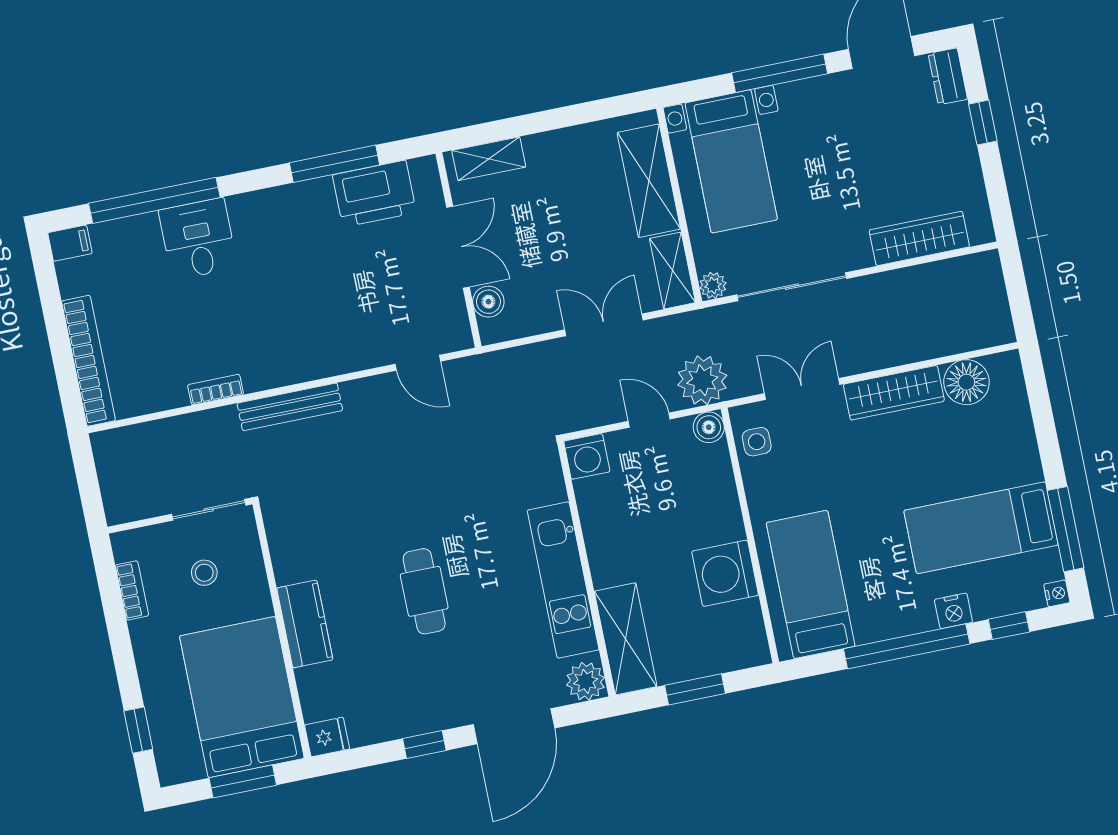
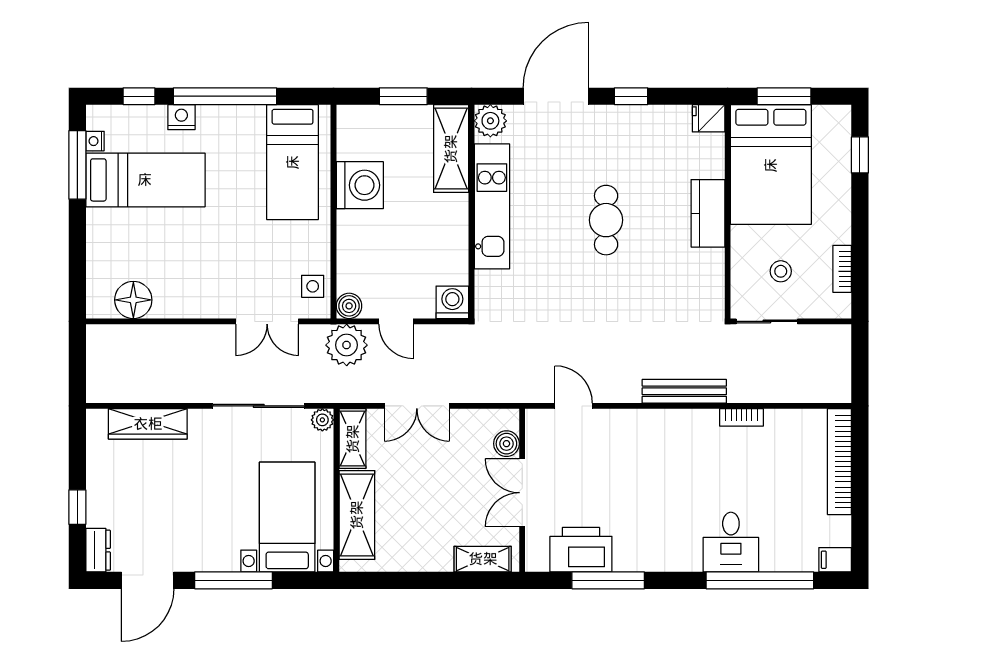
wardrobe: (894, 393) -> (194, 303), removed
nightstand: (1057, 593) -> (95, 141), moved

